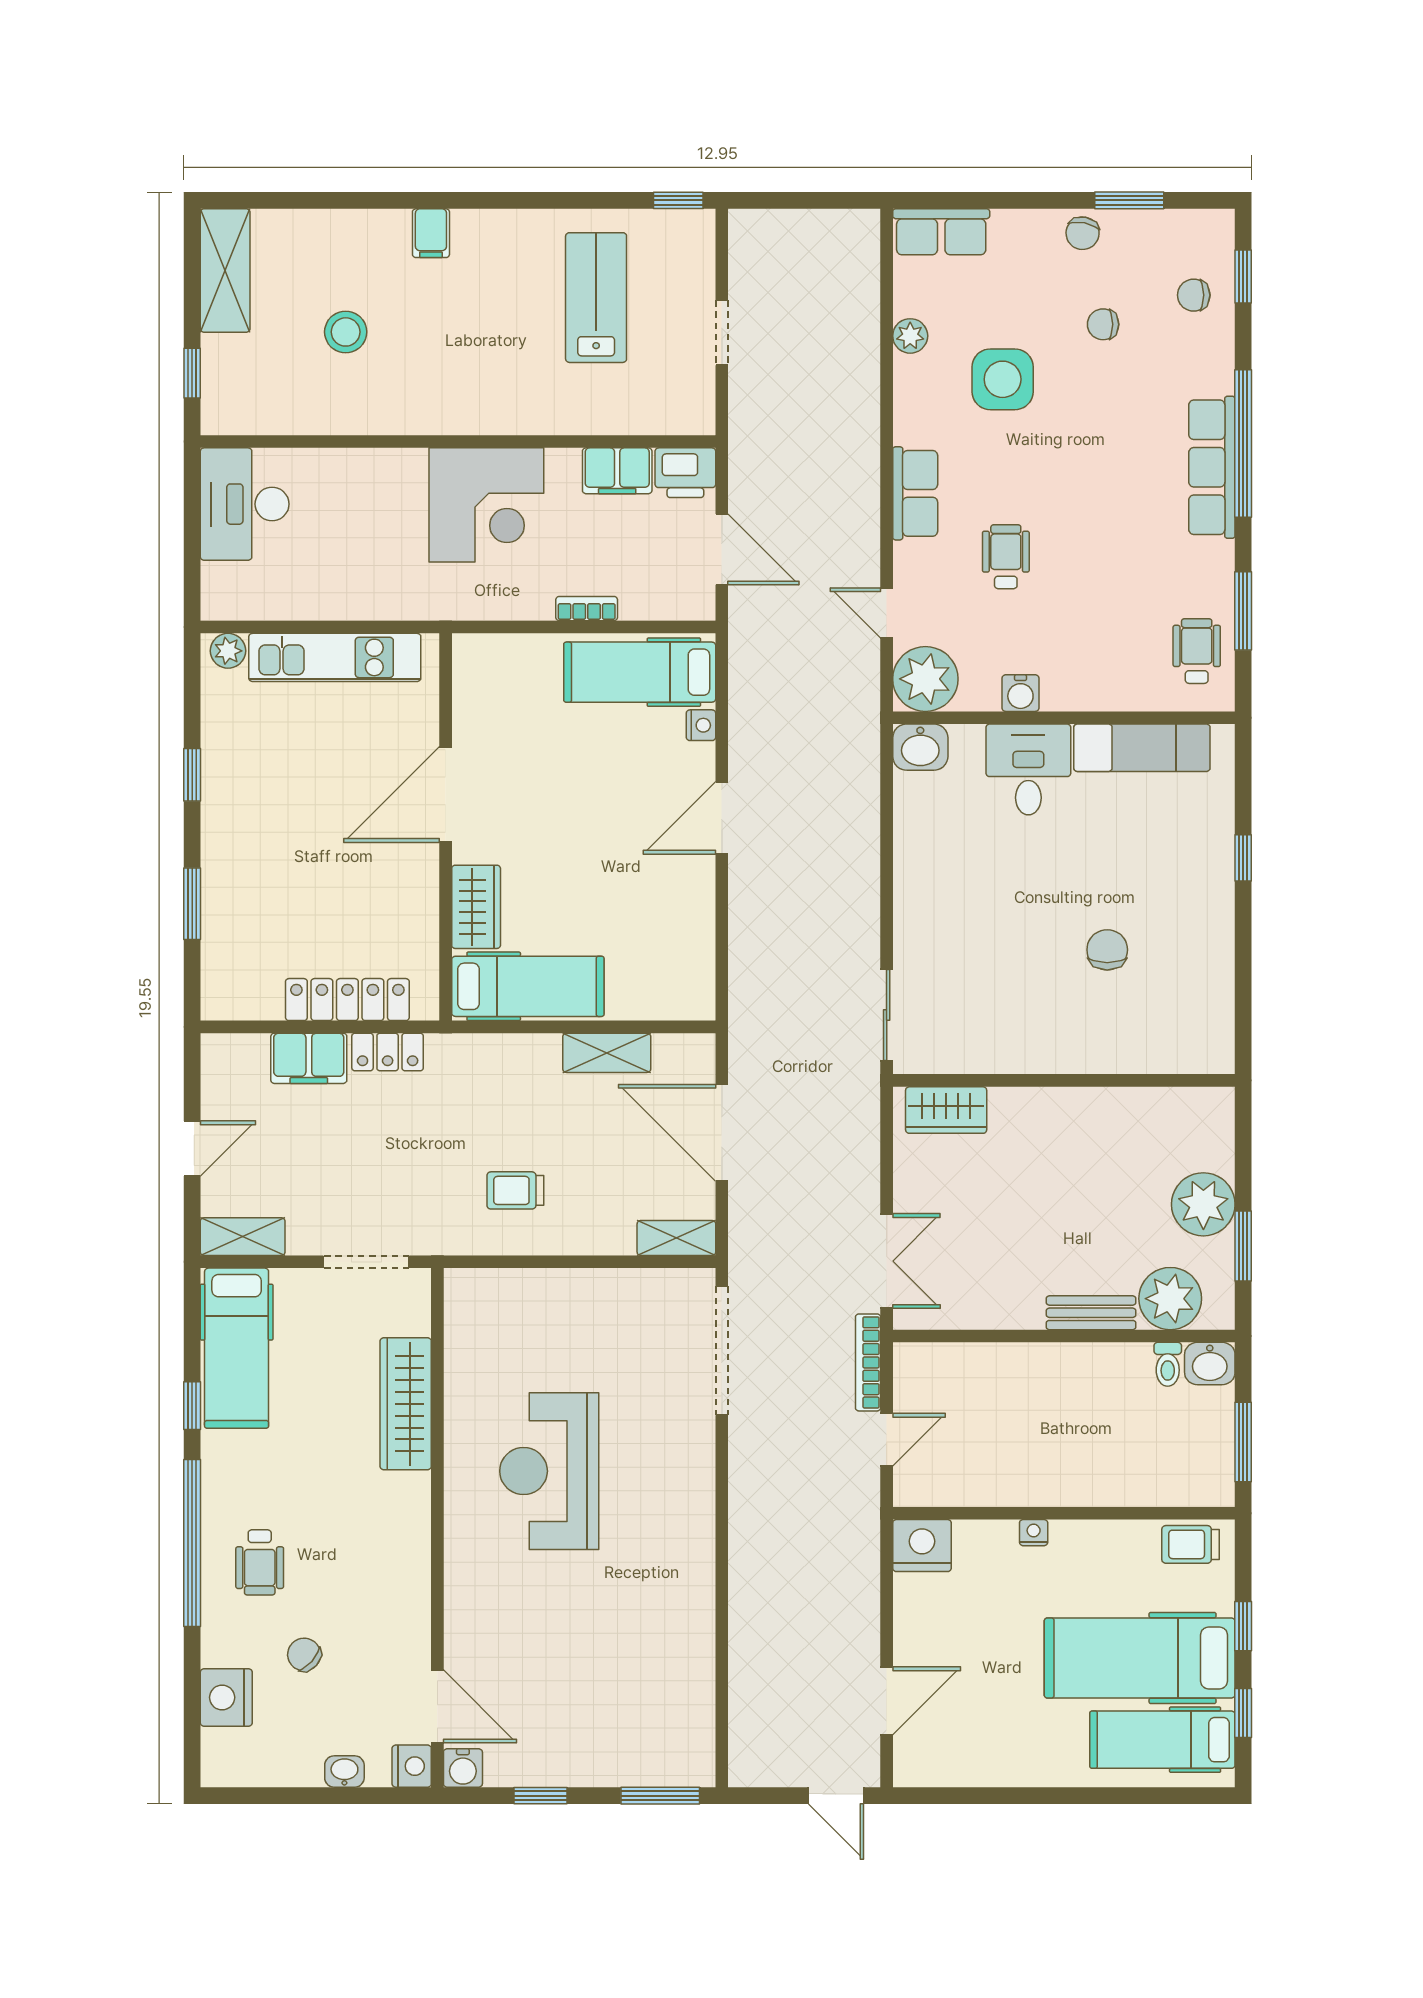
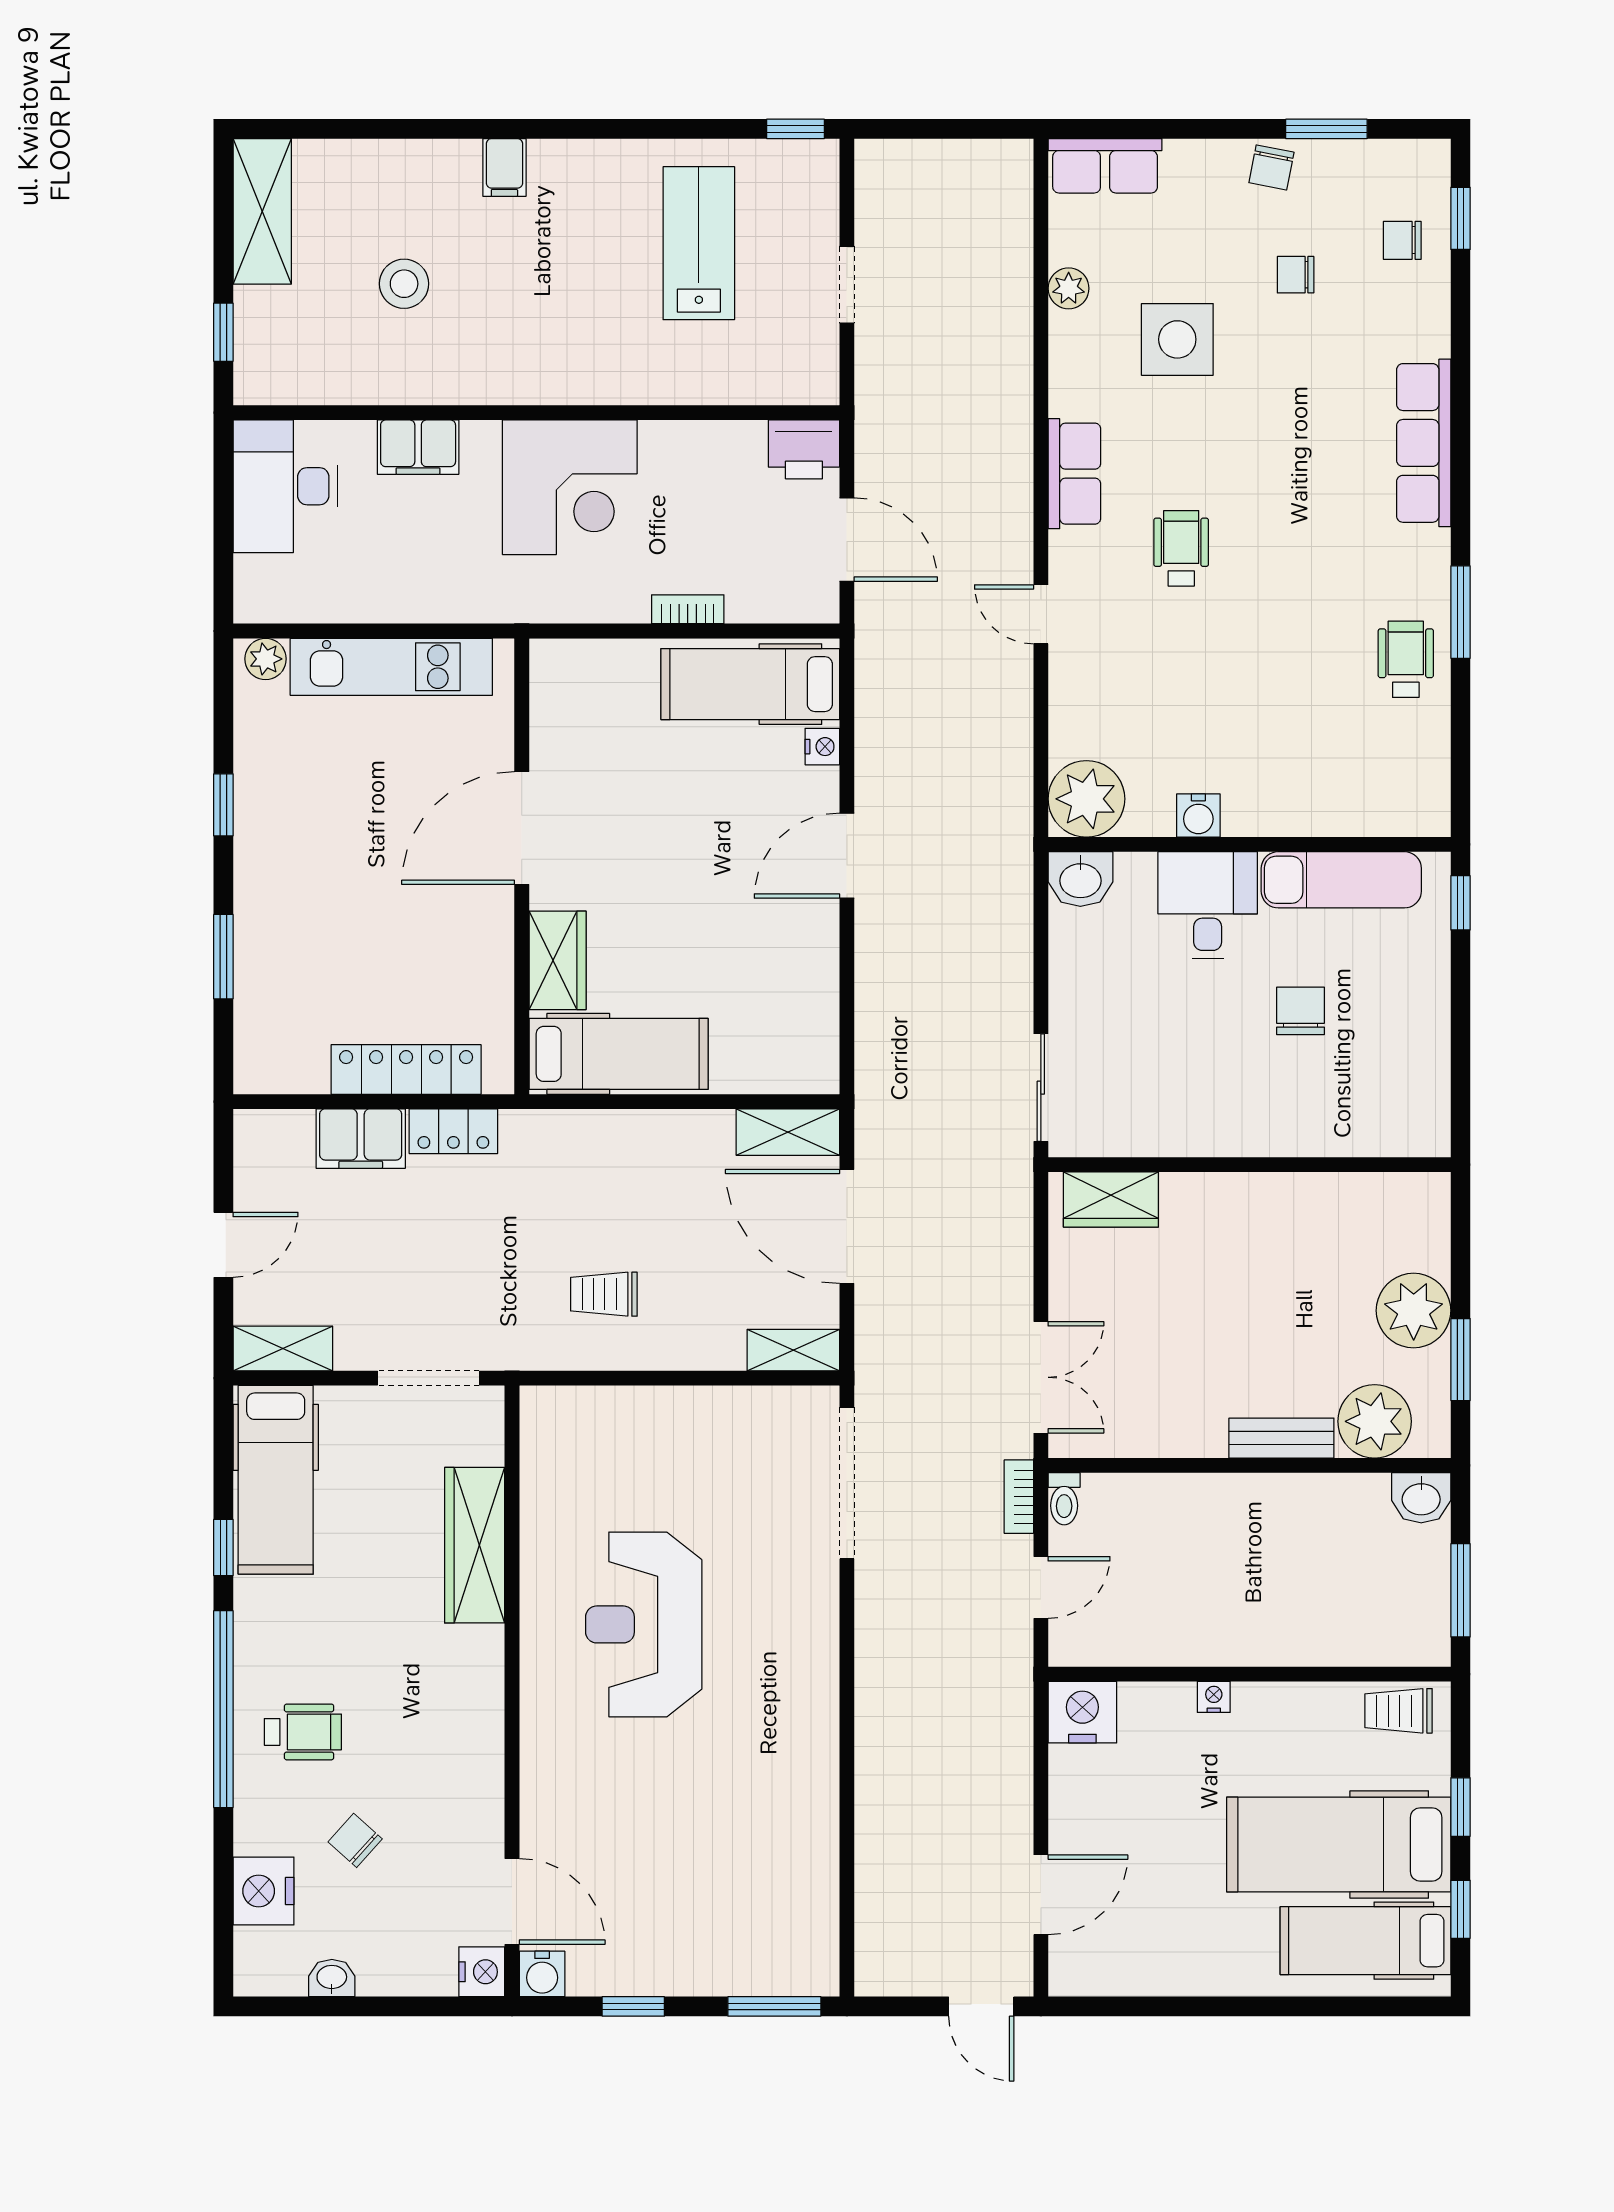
window: (1243, 443) -> (1461, 415), removed
filing cabinet: (617, 471) -> (418, 447), moved
plant: (925, 679) -> (1086, 799), moved
water cooler: (1020, 693) -> (1198, 816), moved
wall: (1064, 718) -> (1249, 844), moved
washbasin: (920, 747) -> (1080, 879), moved
exam couch: (1142, 748) -> (1341, 880), moved
desk: (1028, 769) -> (1208, 905), moved
shelving: (607, 1053) -> (788, 1132), moved
bookcase: (868, 1362) -> (1019, 1497), width x0.64
toilet: (1168, 1364) -> (1064, 1499), moved
wheelchair: (260, 1562) -> (303, 1732), turned -90
washbasin: (344, 1771) -> (332, 1978), moved

